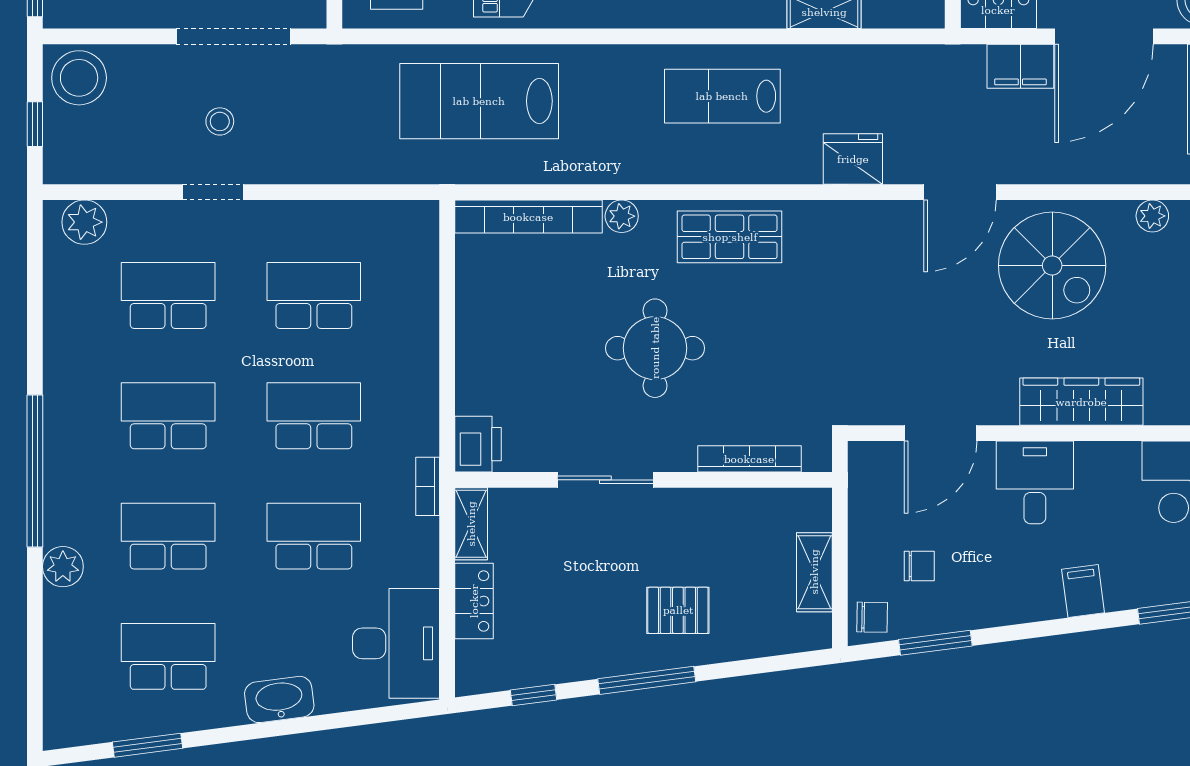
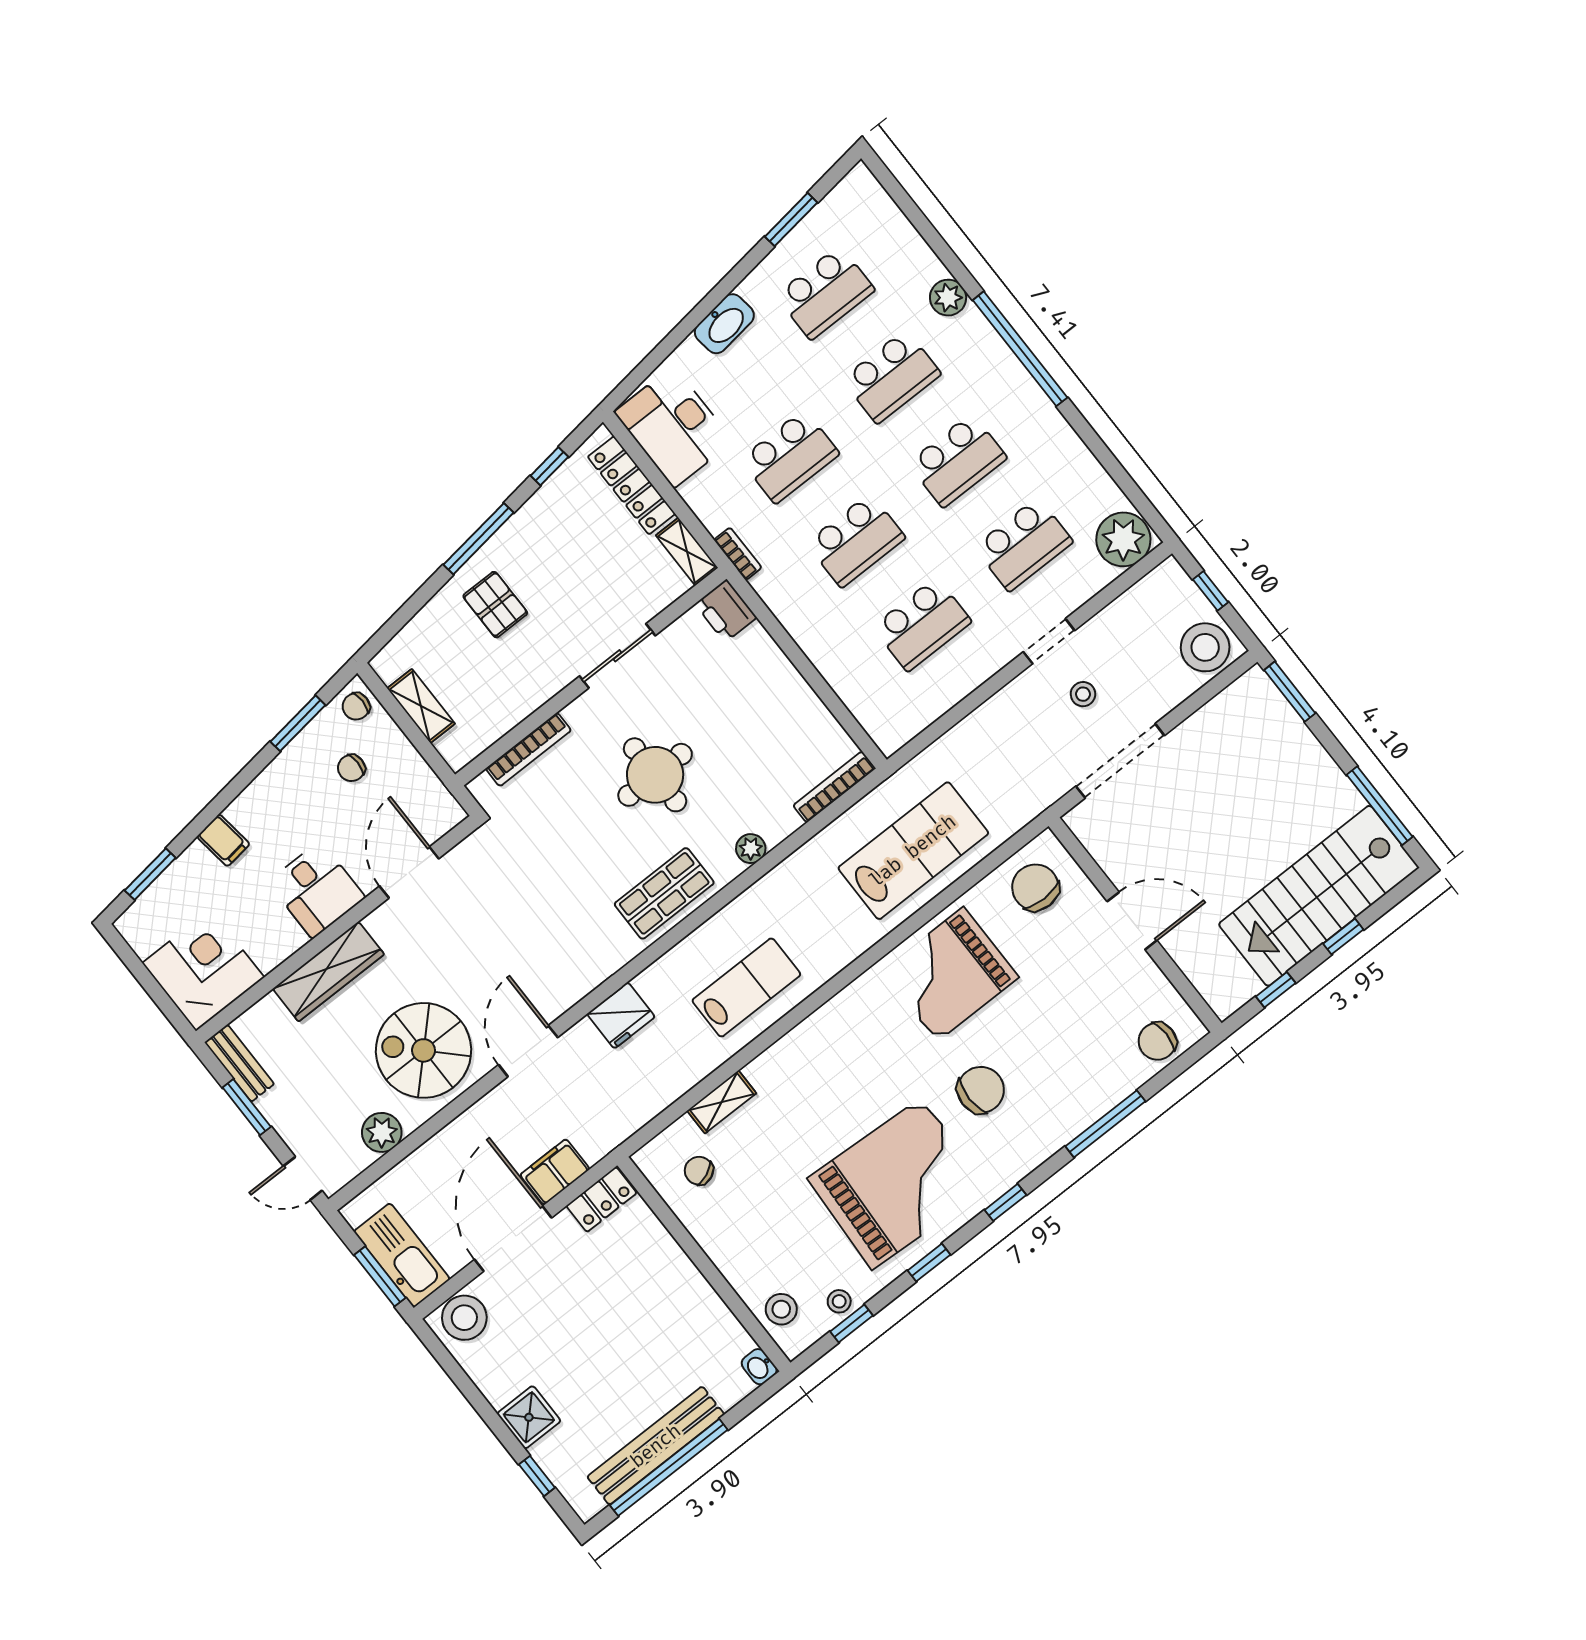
plant: (1152, 216) -> (382, 1132), width x1.38, depth x1.38
bookcase: (528, 217) -> (834, 787), width x0.68, depth x0.76
plant: (84, 222) -> (1123, 539), width x1.36, depth x1.36
locker: (474, 601) -> (632, 485), width x1.53
pallet: (678, 610) -> (495, 605), turned 90

